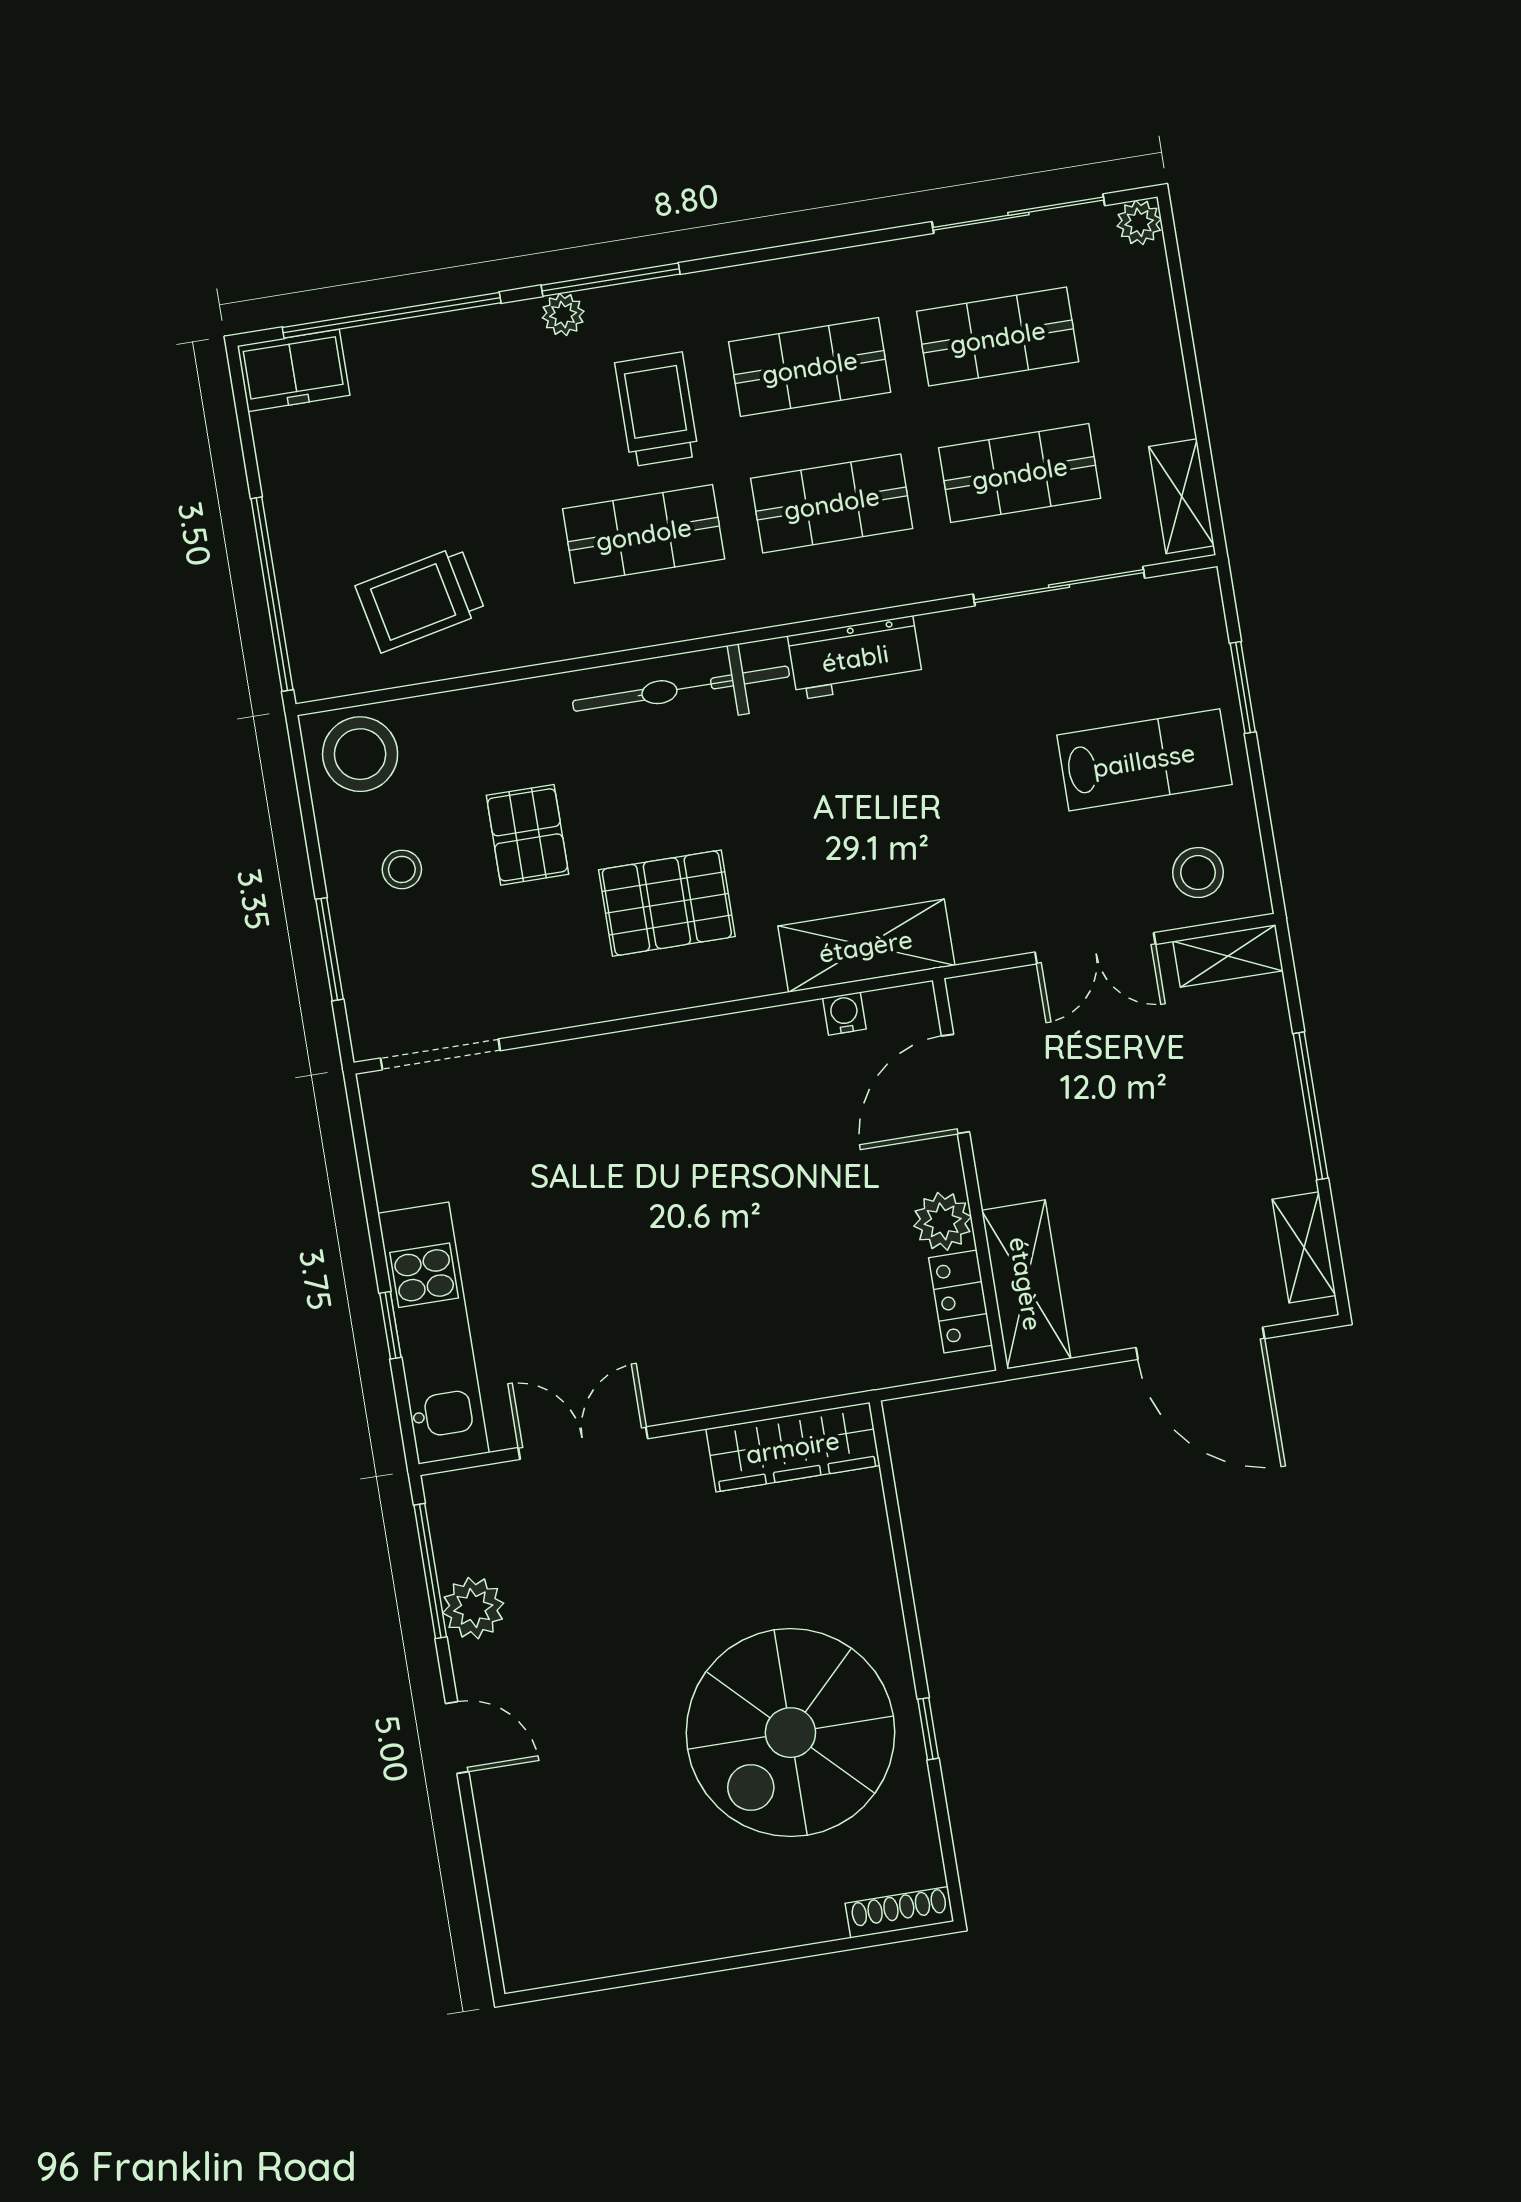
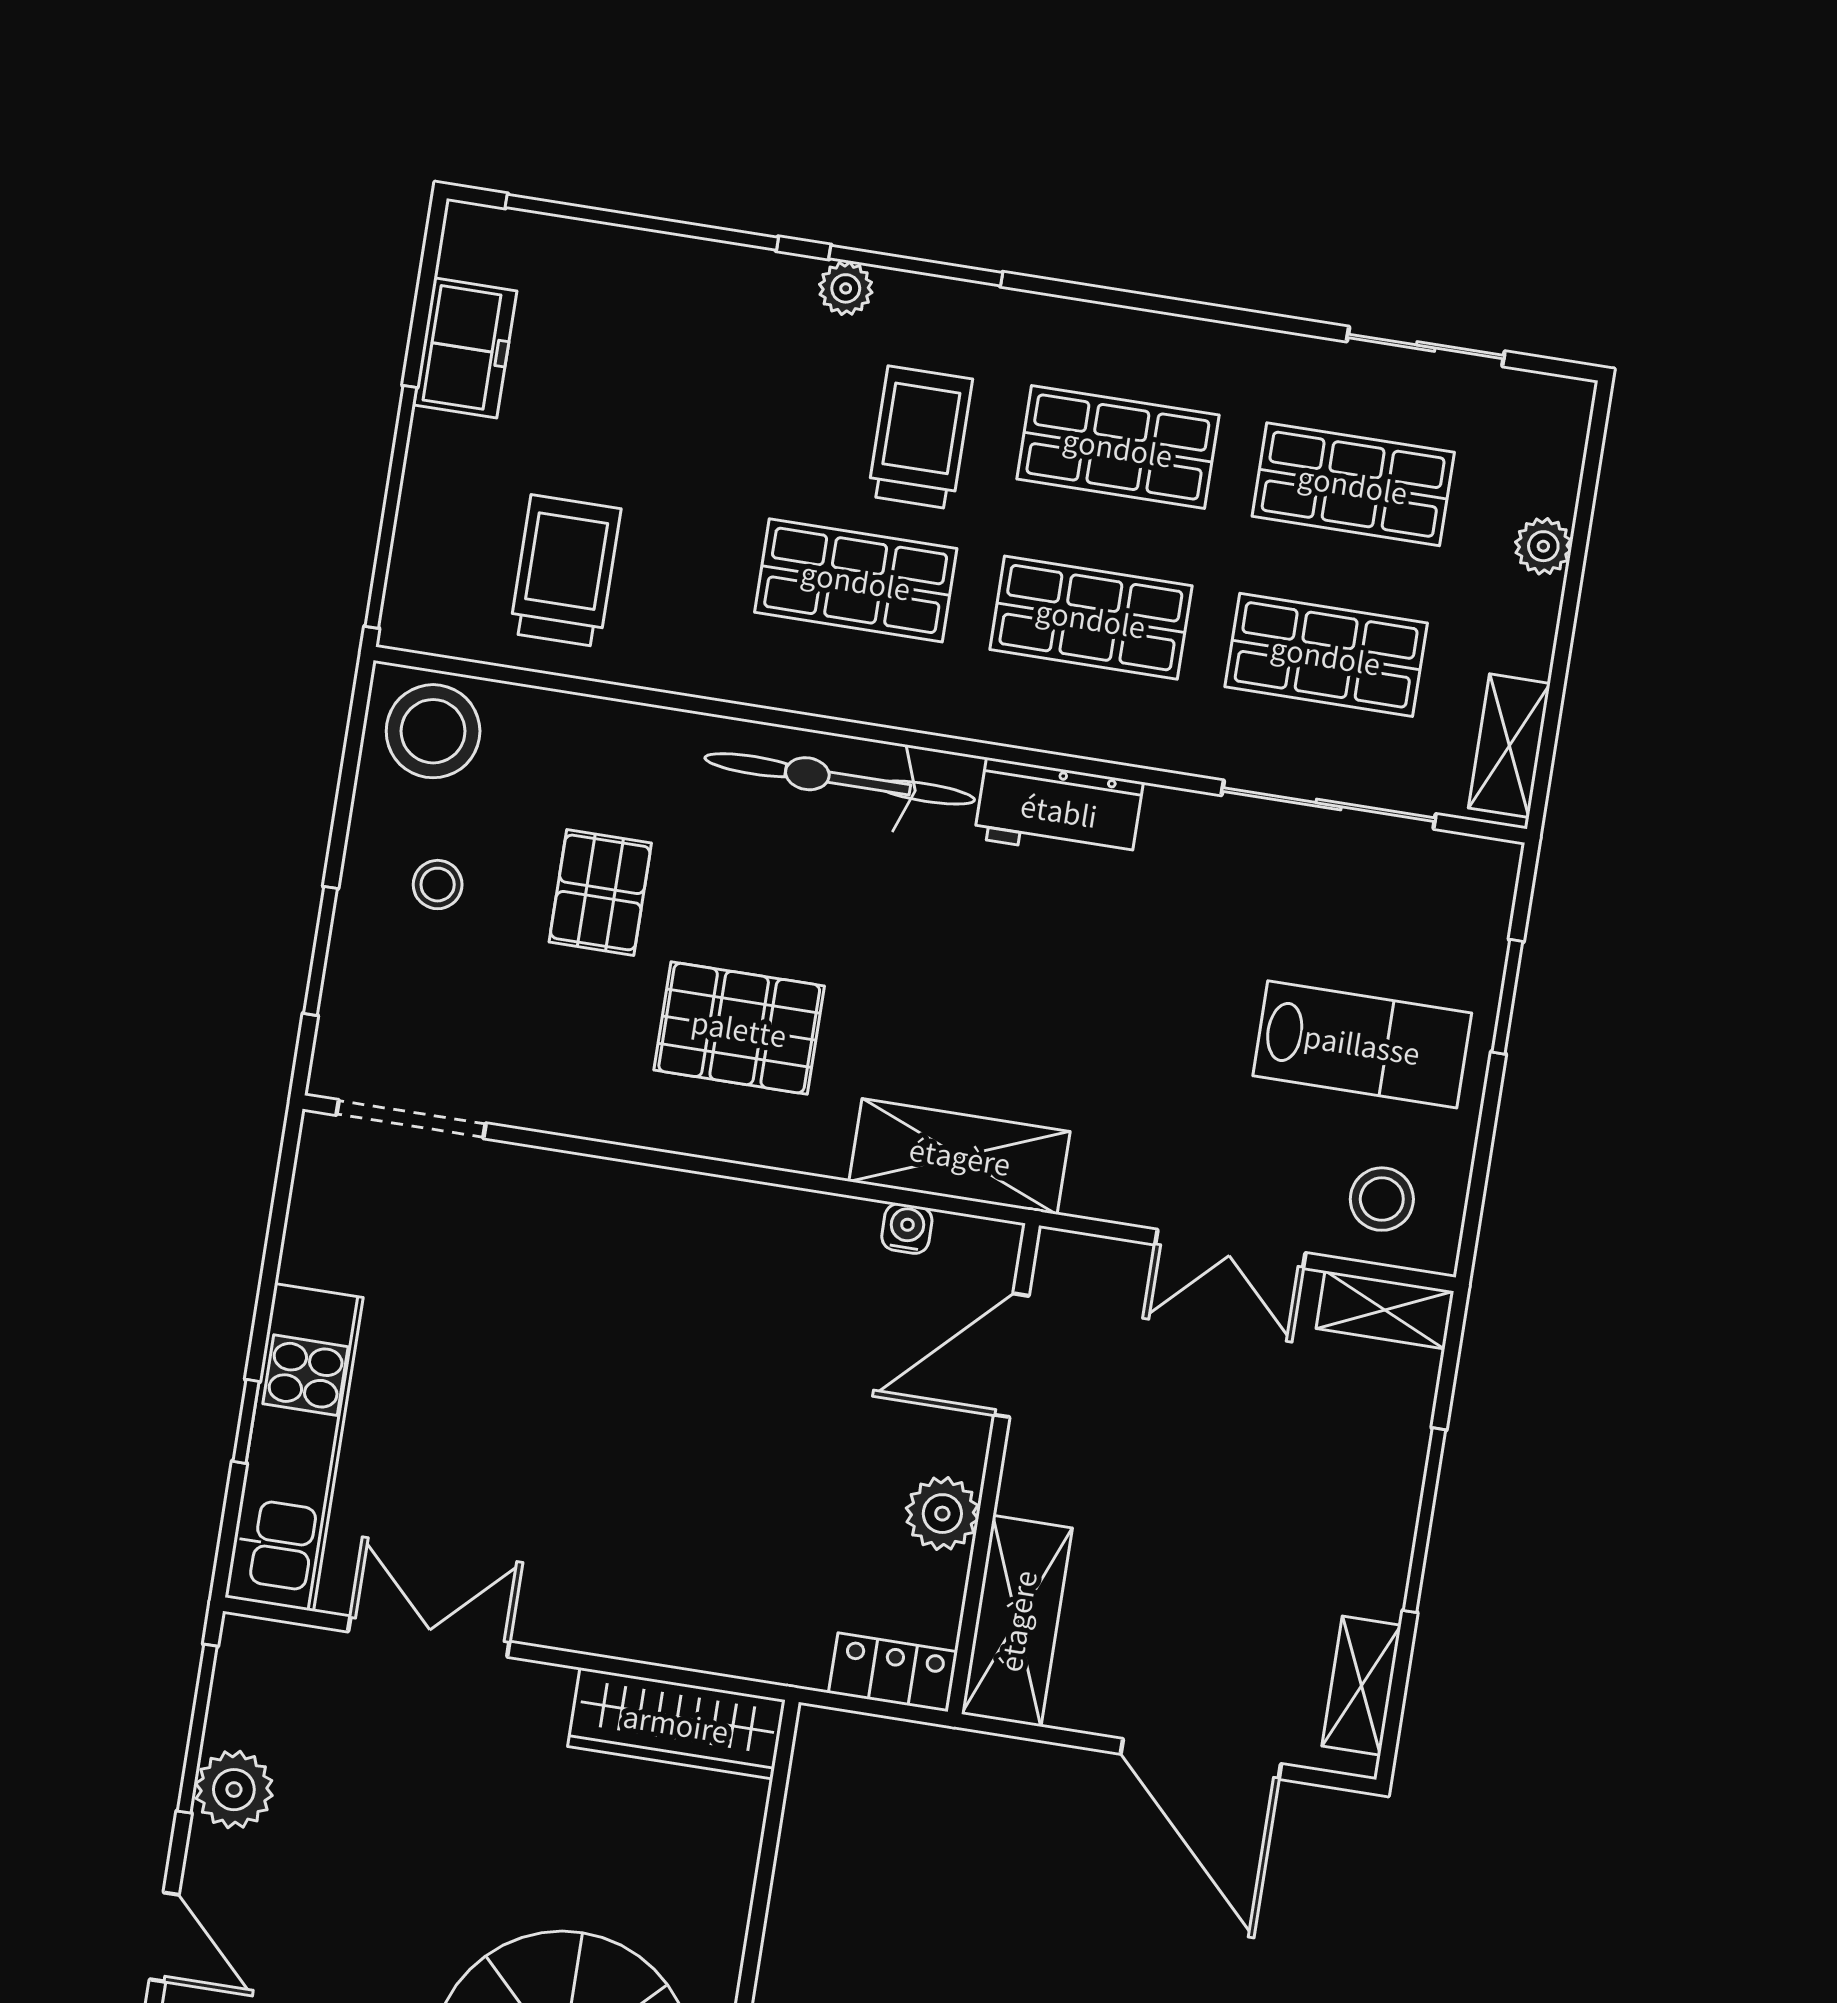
sliding door: (1018, 214) -> (1426, 346), width x0.73
plant: (1139, 222) -> (1543, 546), moved
freezer: (294, 371) -> (465, 348), moved, turned -90
trolley: (420, 599) -> (565, 571), turned 102
locker: (960, 1302) -> (893, 1672), moved, turned 90

